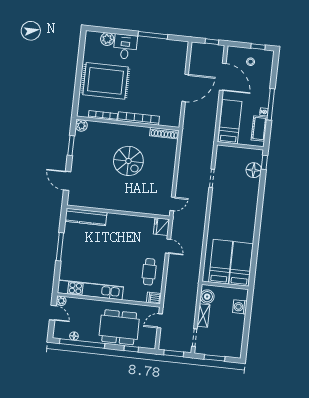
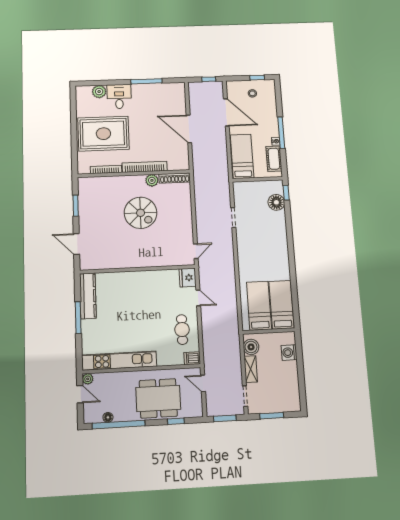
door: (185, 88) -> (189, 129), swing flipped
plant: (81, 126) -> (152, 180), moved
kitchen counter: (86, 217) -> (88, 296), moved, turned -90
door: (160, 321) -> (203, 383), hinge flipped

